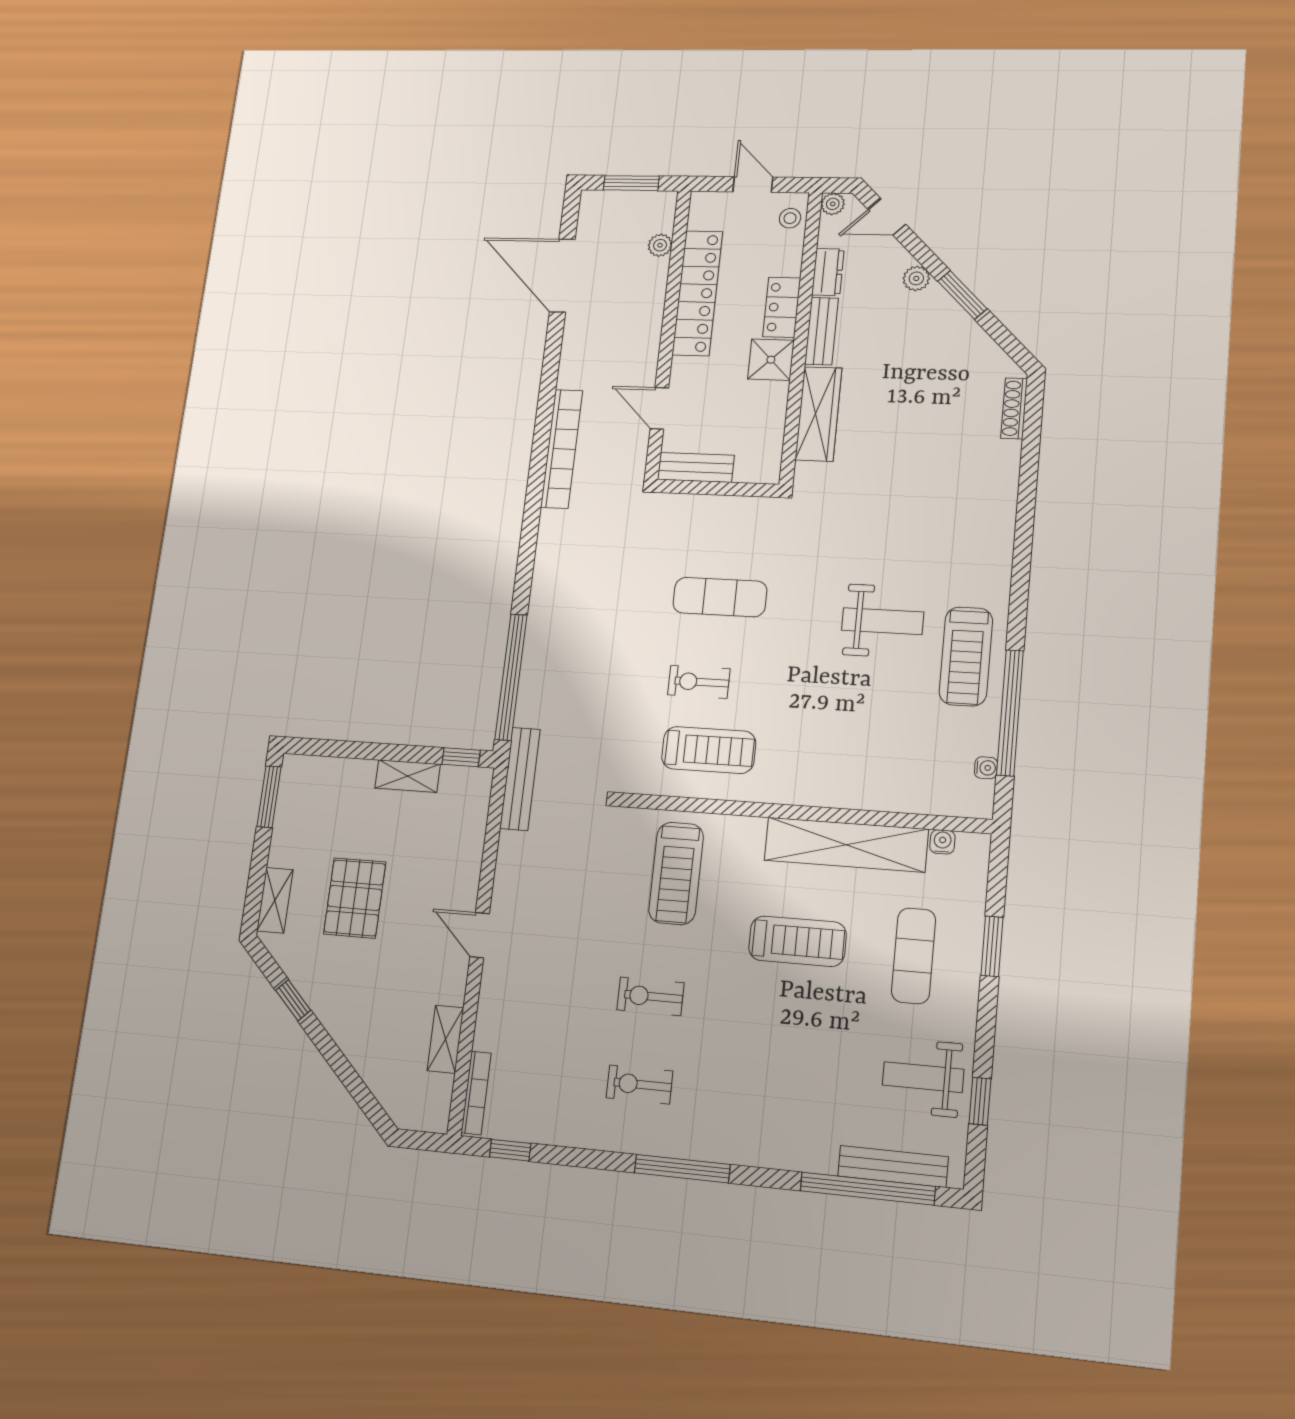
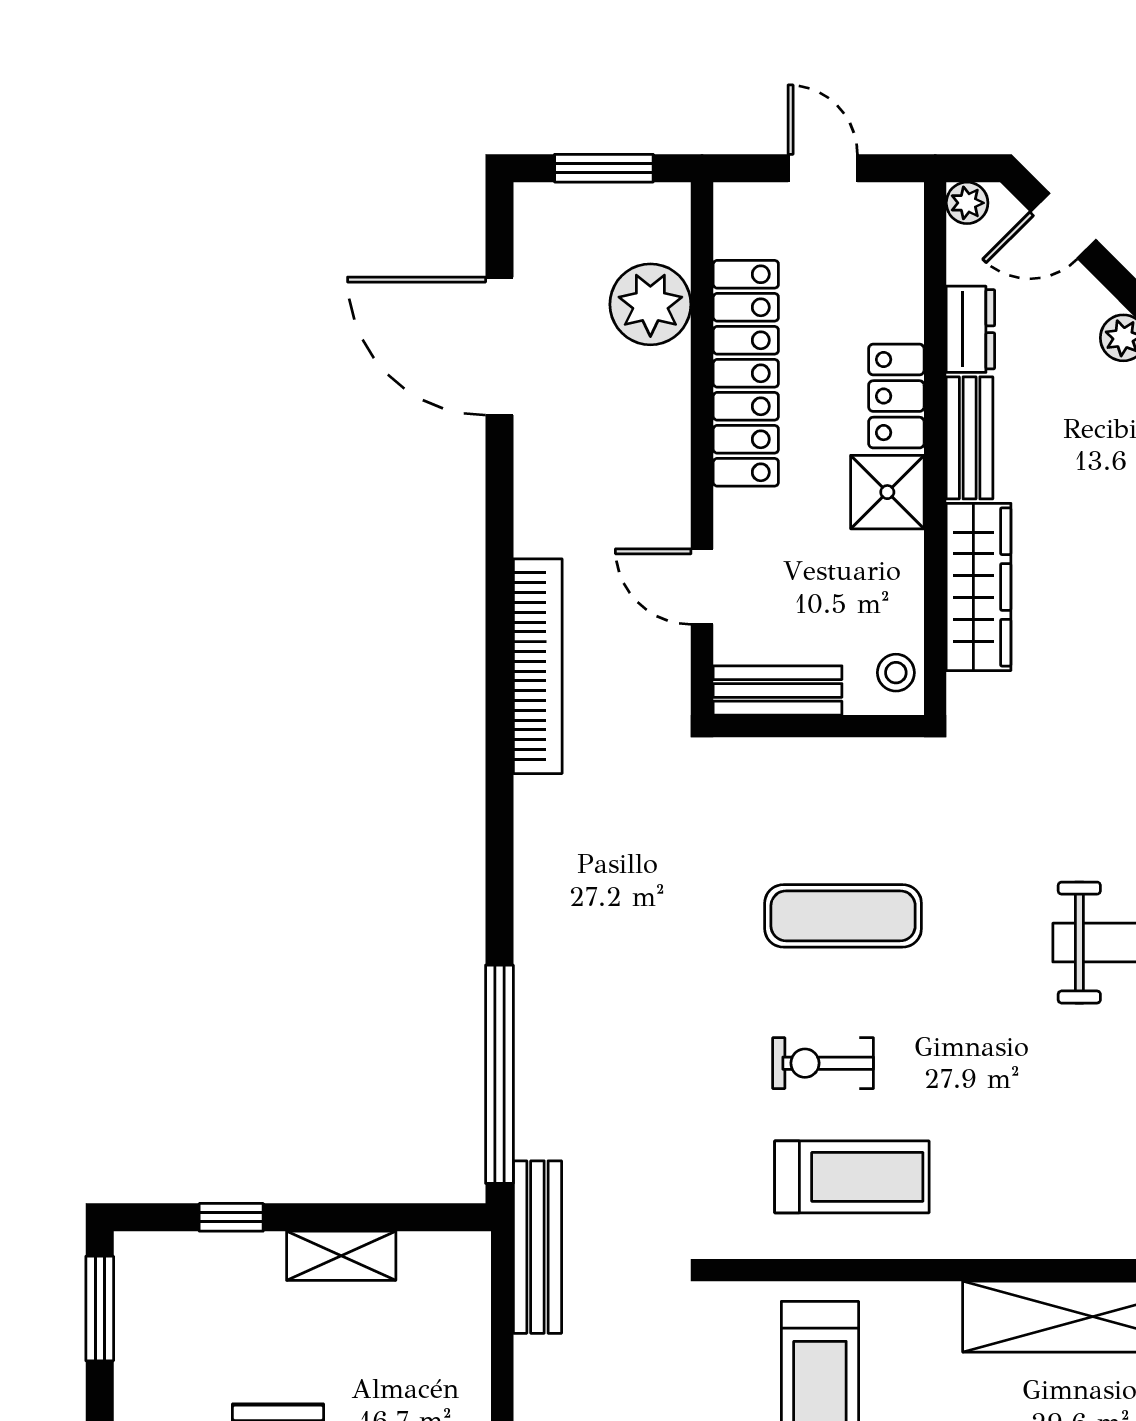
stool: (790, 218) -> (896, 673), moved
plant: (660, 245) -> (650, 304), width x1.87, depth x1.87
window: (461, 757) -> (231, 1217), moved

